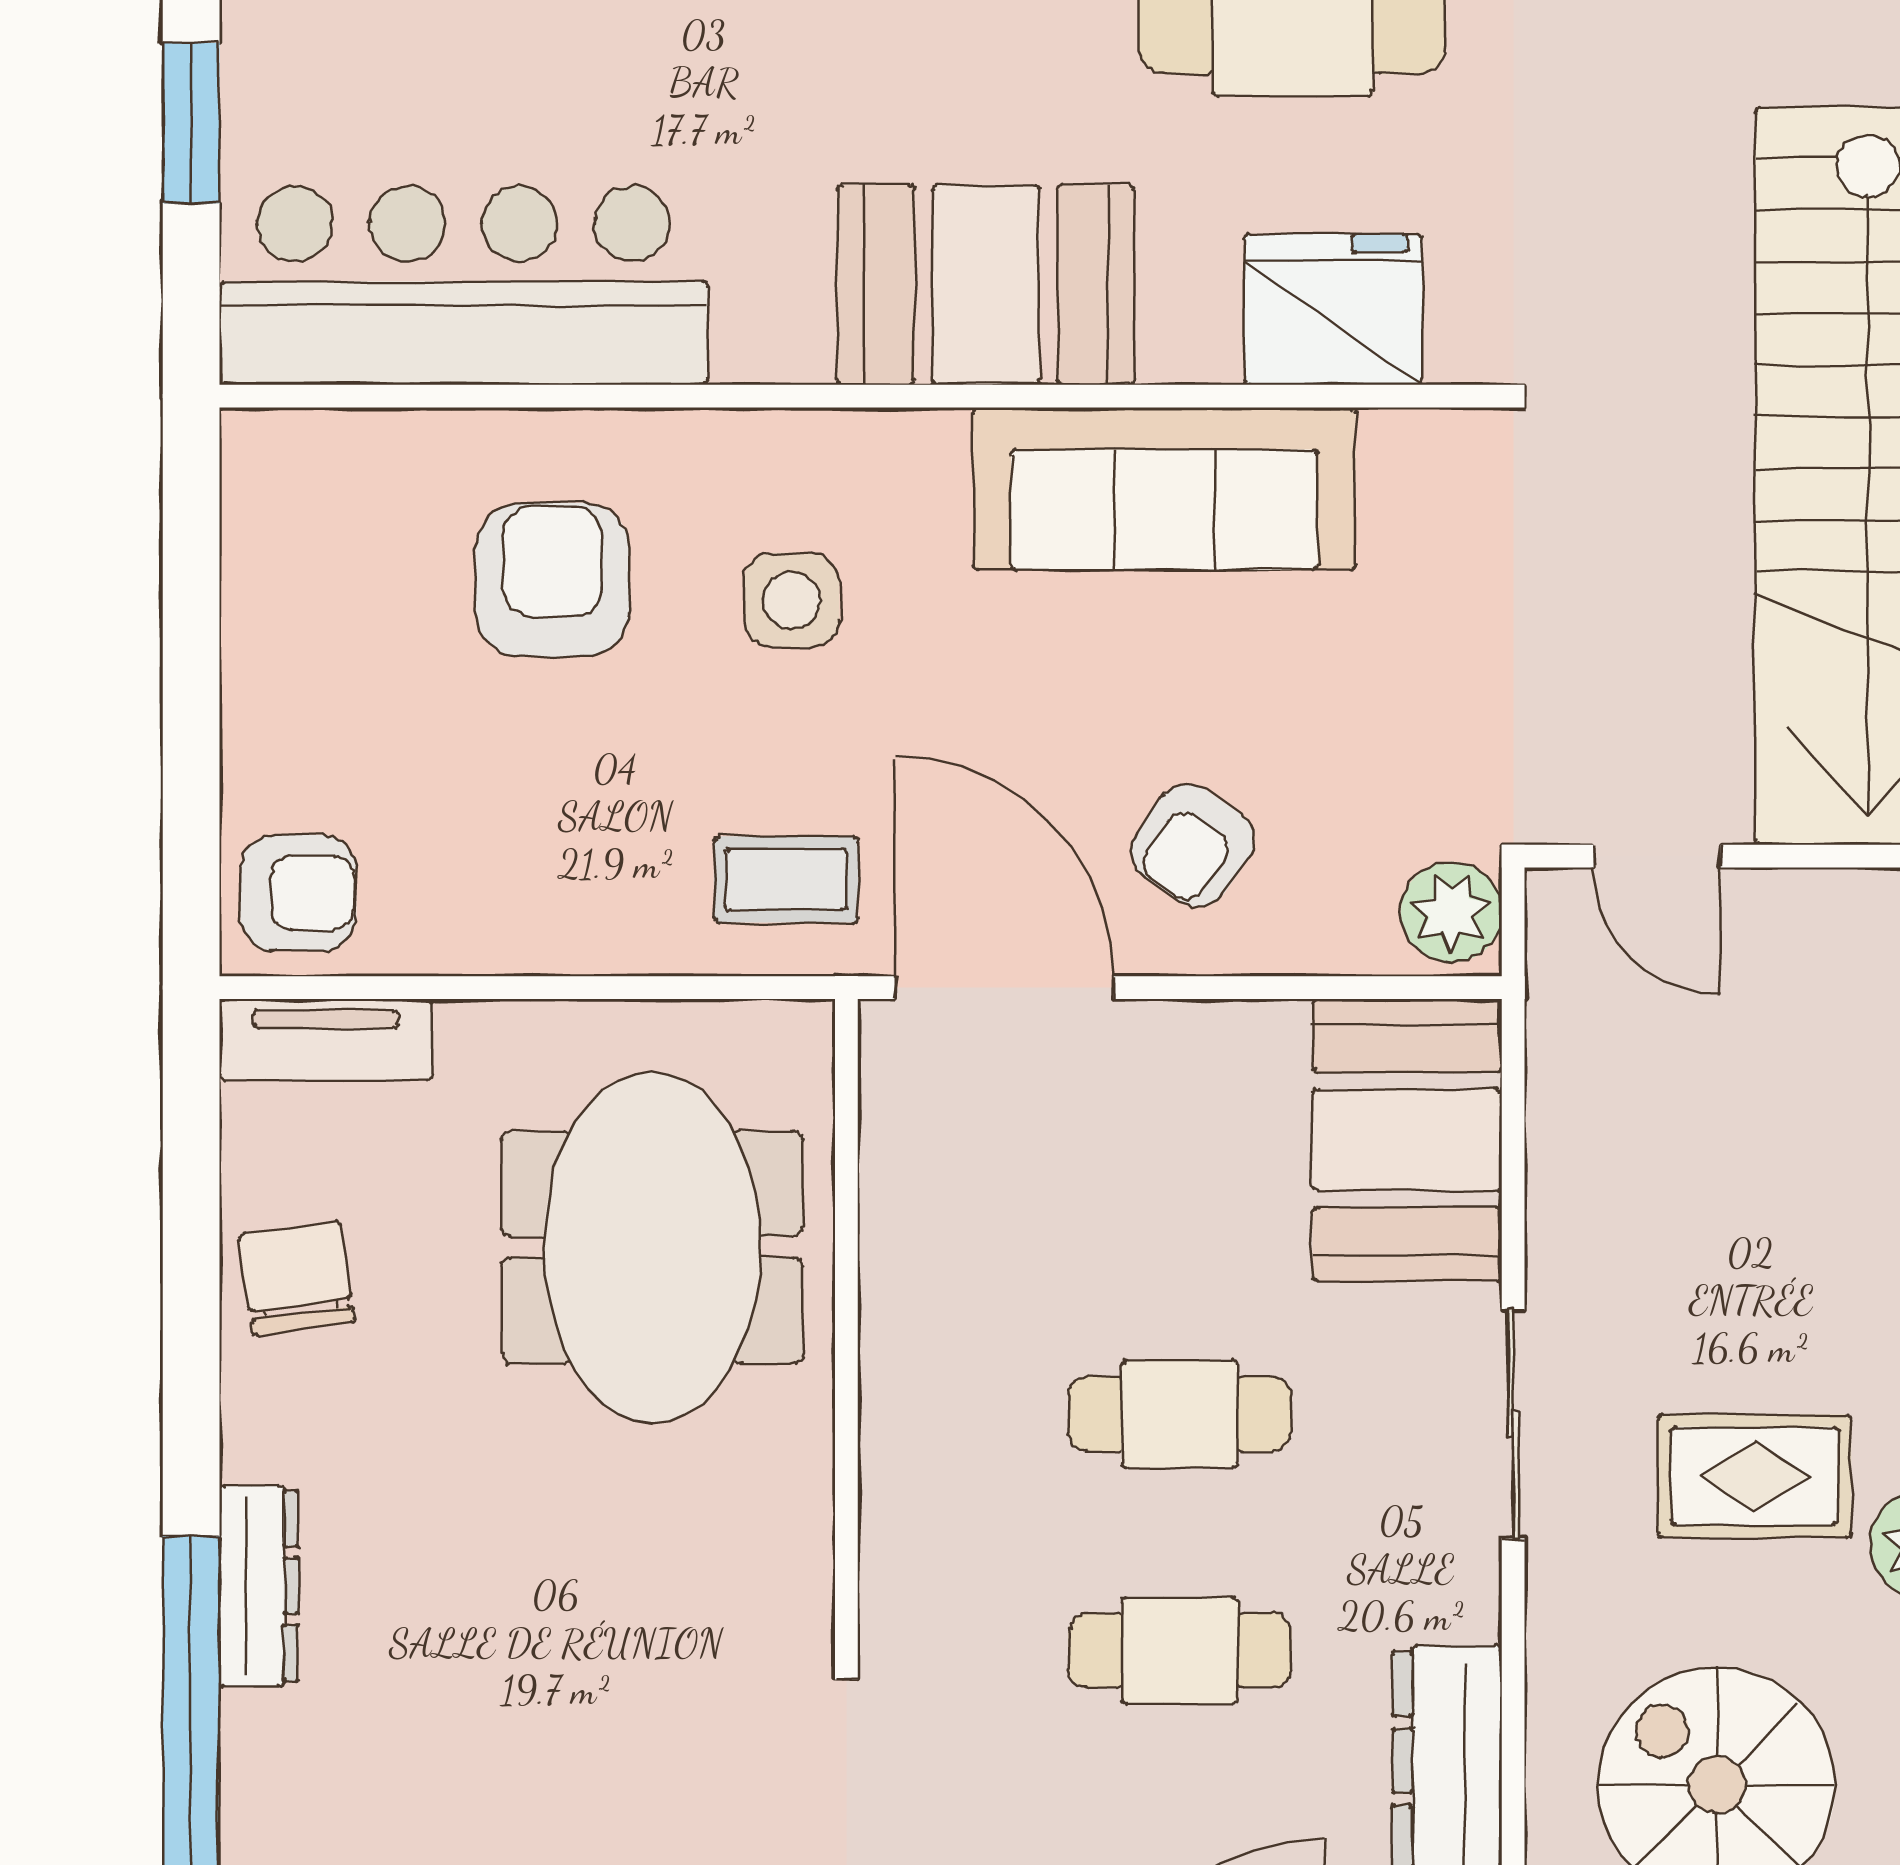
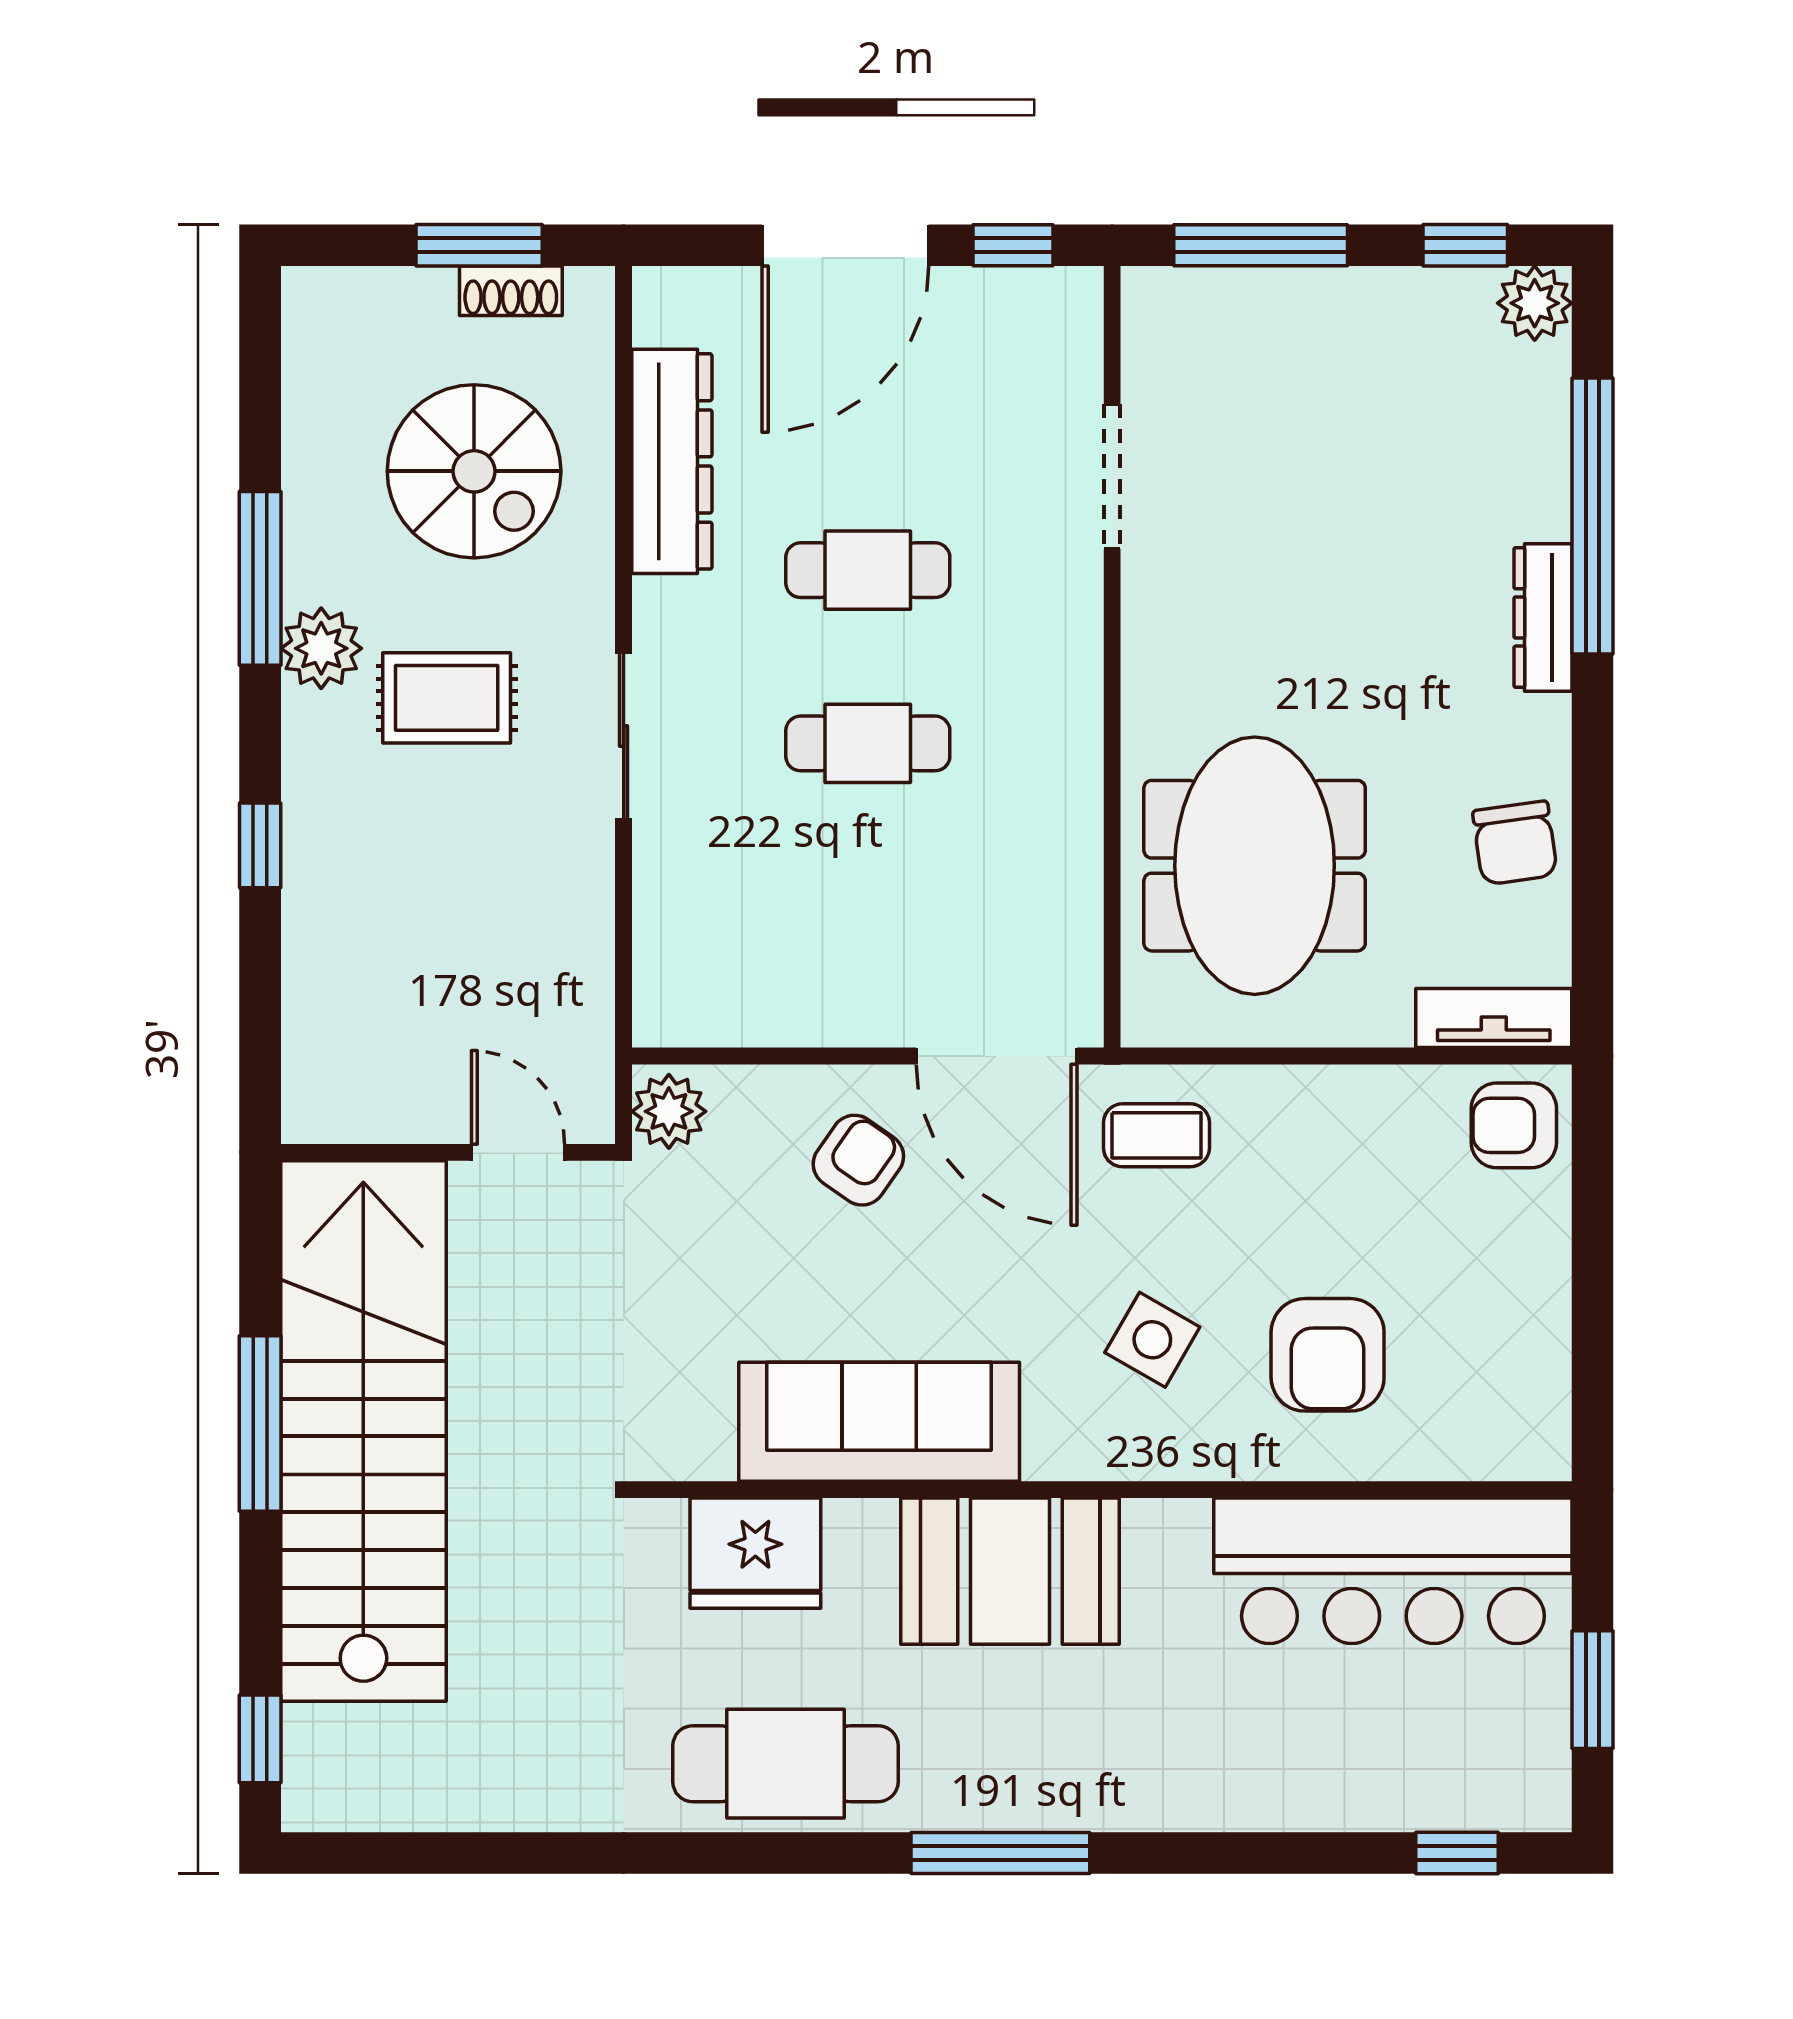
side table: (792, 600) -> (1152, 1340), turned 30
booth: (1407, 1140) -> (701, 944), removed

